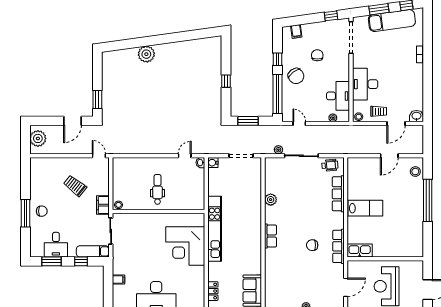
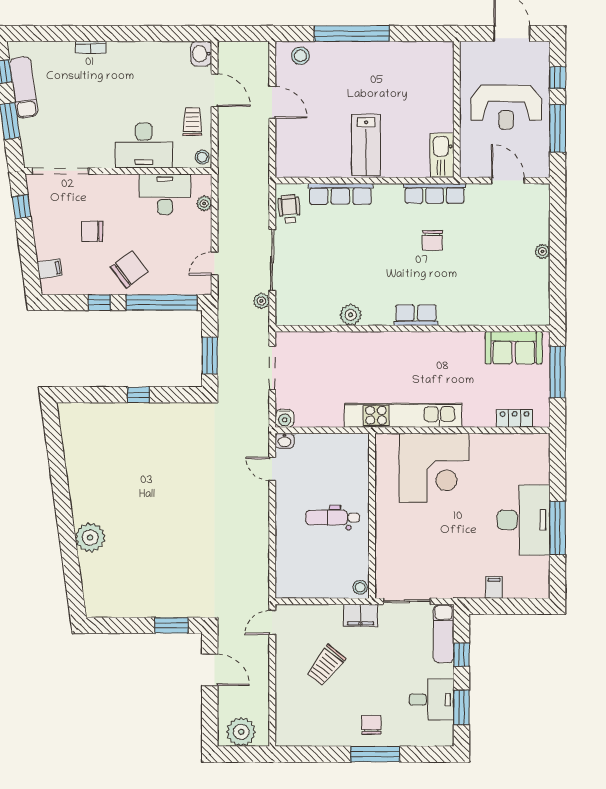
exam couch: (392, 21) -> (24, 87), width x0.73, depth x0.69
lab bench: (365, 208) -> (366, 145), turned 180

